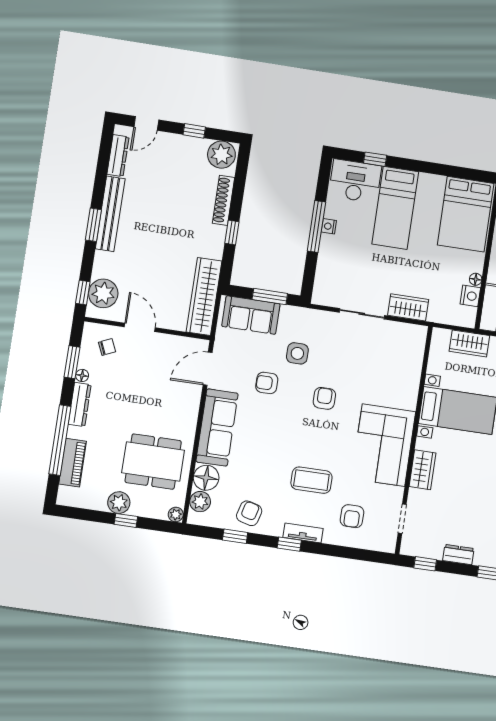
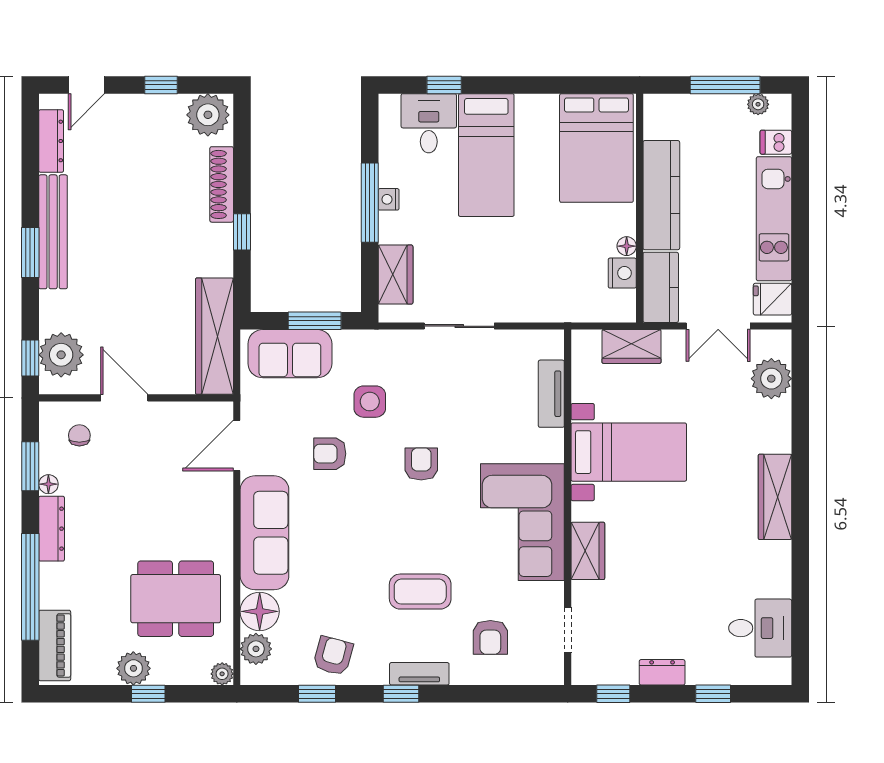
desk: (355, 181) -> (429, 123), width x0.73
wardrobe: (408, 307) -> (396, 275), moved, turned 90
chair: (107, 347) -> (79, 435), turned -66
tv unit: (414, 366) -> (551, 394), added
piano: (73, 463) -> (55, 645), moved

